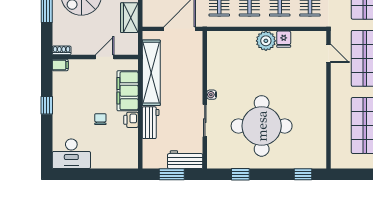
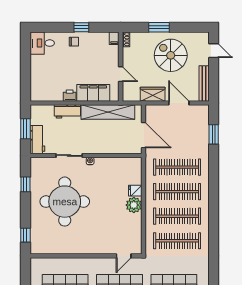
fridge: (284, 39) -> (135, 191), moved
chair: (100, 119) -> (74, 42), moved
desk: (71, 154) -> (42, 43), width x0.73

